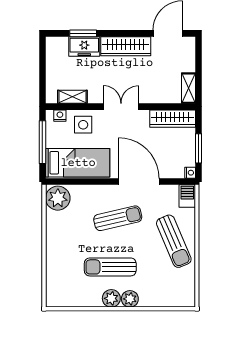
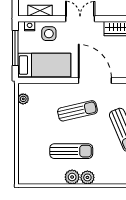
plant: (58, 198) -> (23, 99), width x0.53, depth x0.53
sun lounger: (110, 267) -> (71, 151), turned 180

